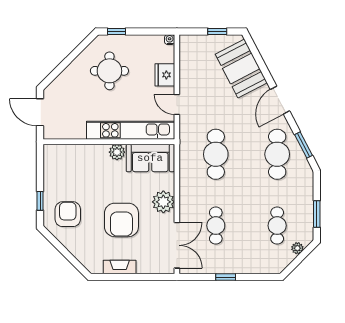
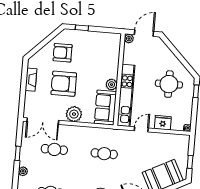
plant: (50, 133) -> (129, 39), added
cafe table: (216, 154) -> (104, 154), width x0.73, depth x0.74
armchair: (68, 214) -> (63, 53), moved, turned 180
plant: (251, 267) -> (23, 171), added

